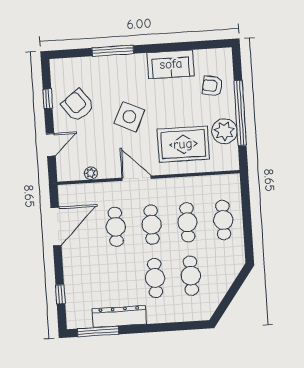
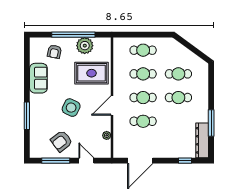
window: (48, 99) -> (56, 161), width x2.17
rug: (183, 144) -> (92, 73), turned 90
door: (56, 226) -> (140, 161), swing flipped
dresser: (119, 316) -> (202, 140), moved
window: (98, 331) -> (211, 123), moved

